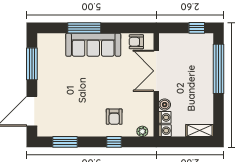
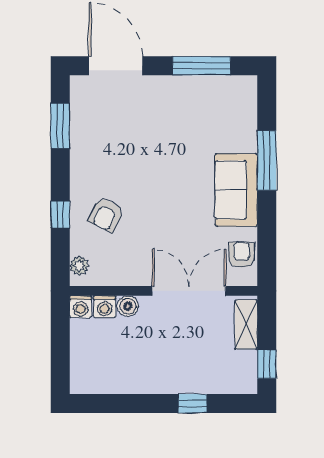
sofa: (93, 45) -> (236, 190), width x0.73
window: (218, 69) -> (192, 404), width x0.32
armchair: (114, 117) -> (106, 215), turned -64
shelving: (200, 131) -> (246, 324), moved

